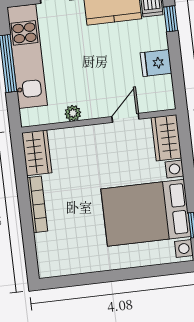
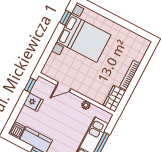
window: (171, 19) -> (30, 85), moved
wardrobe: (166, 138) -> (52, 65), removed

